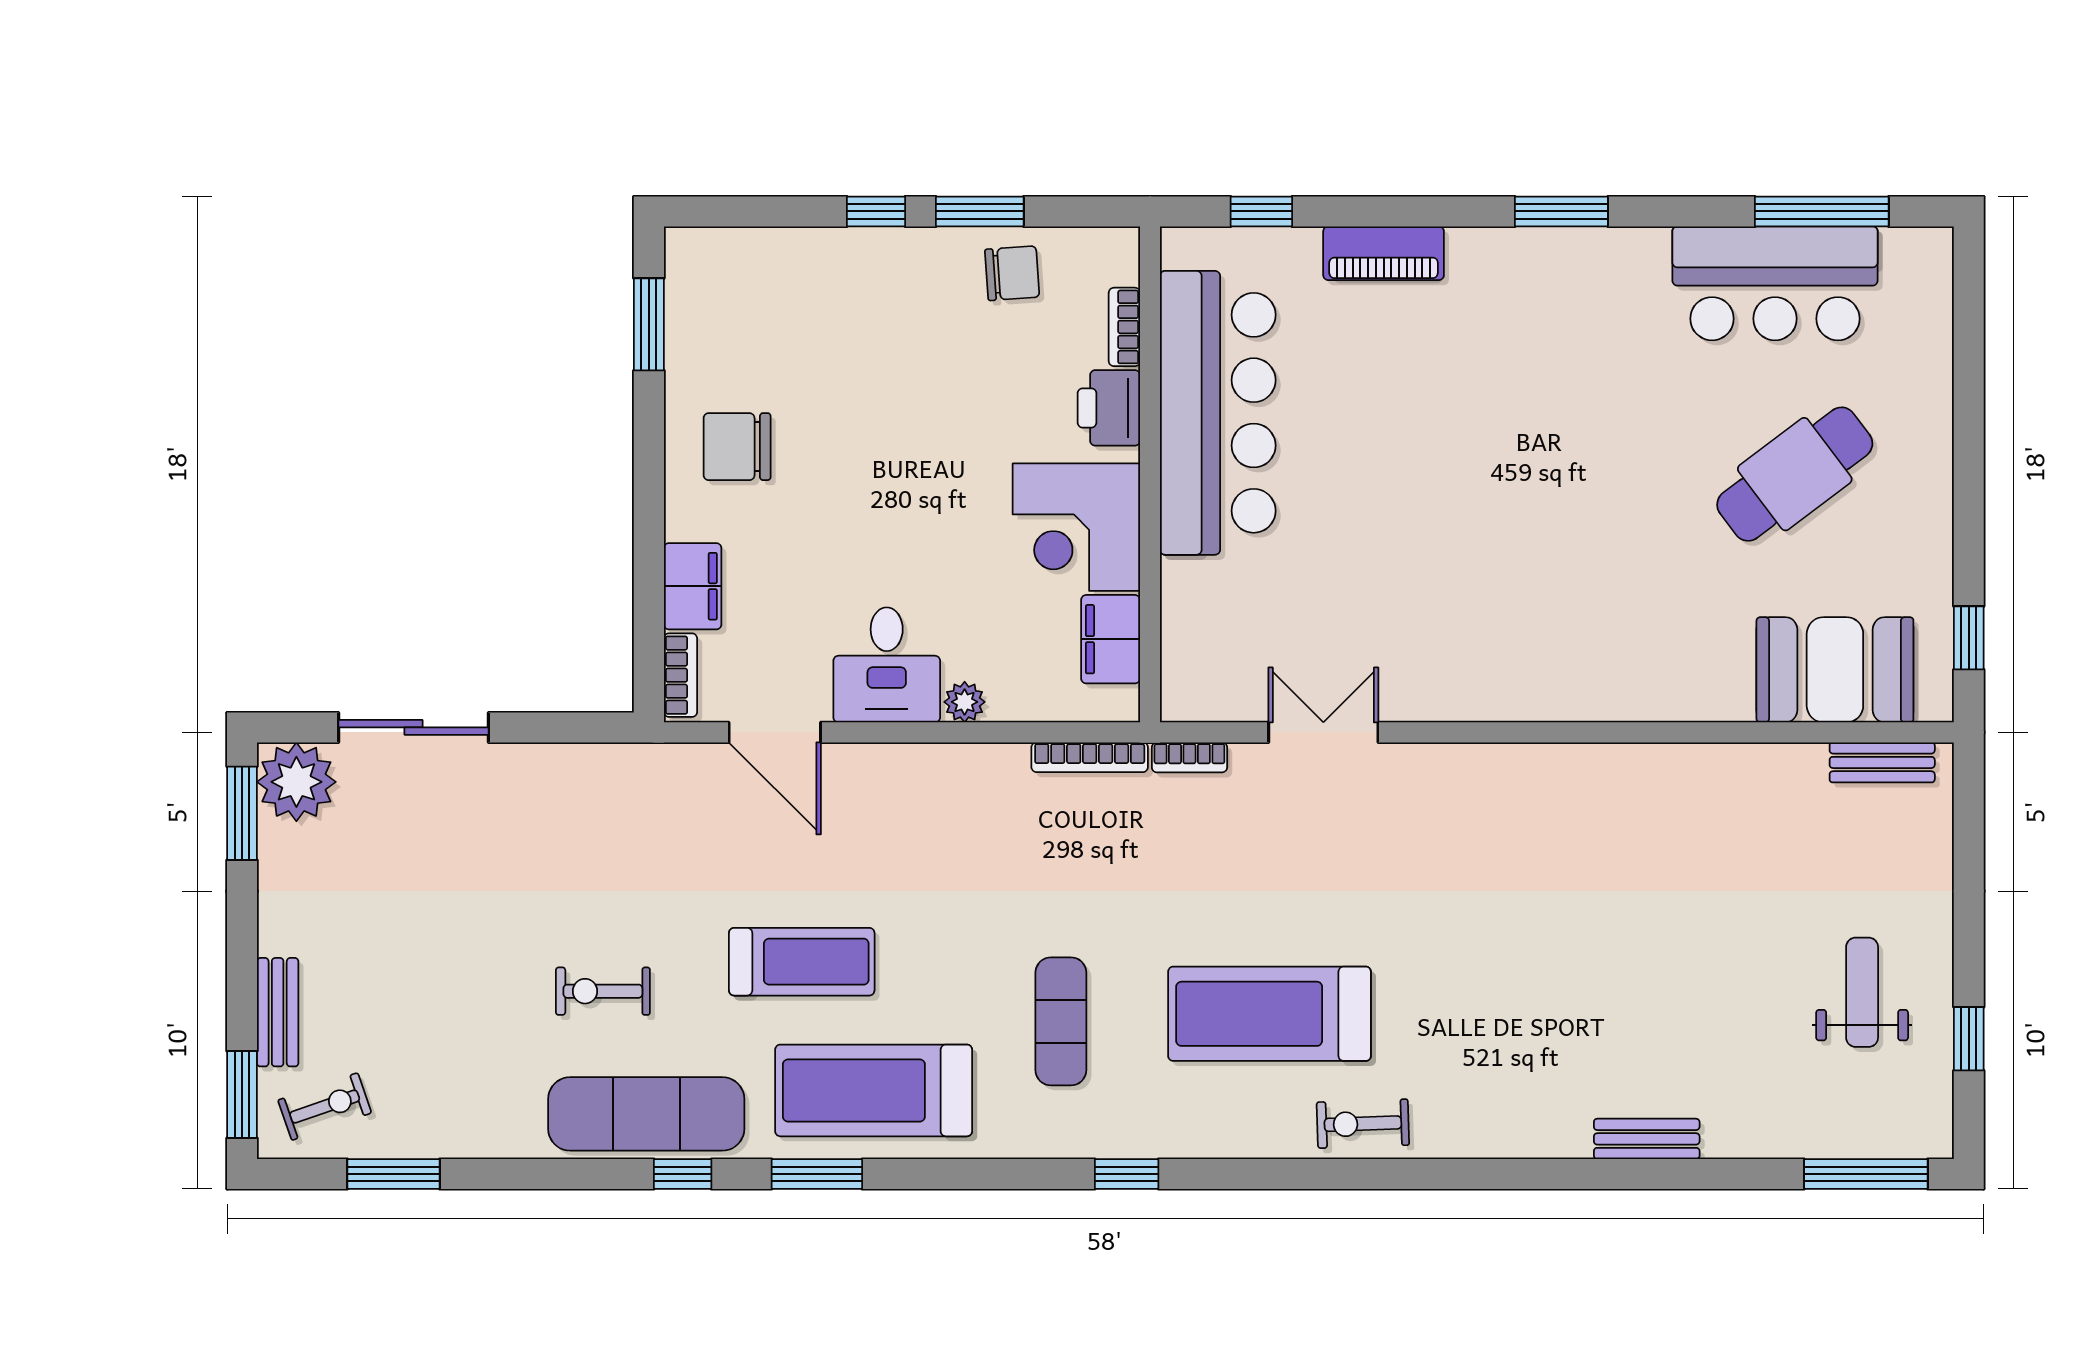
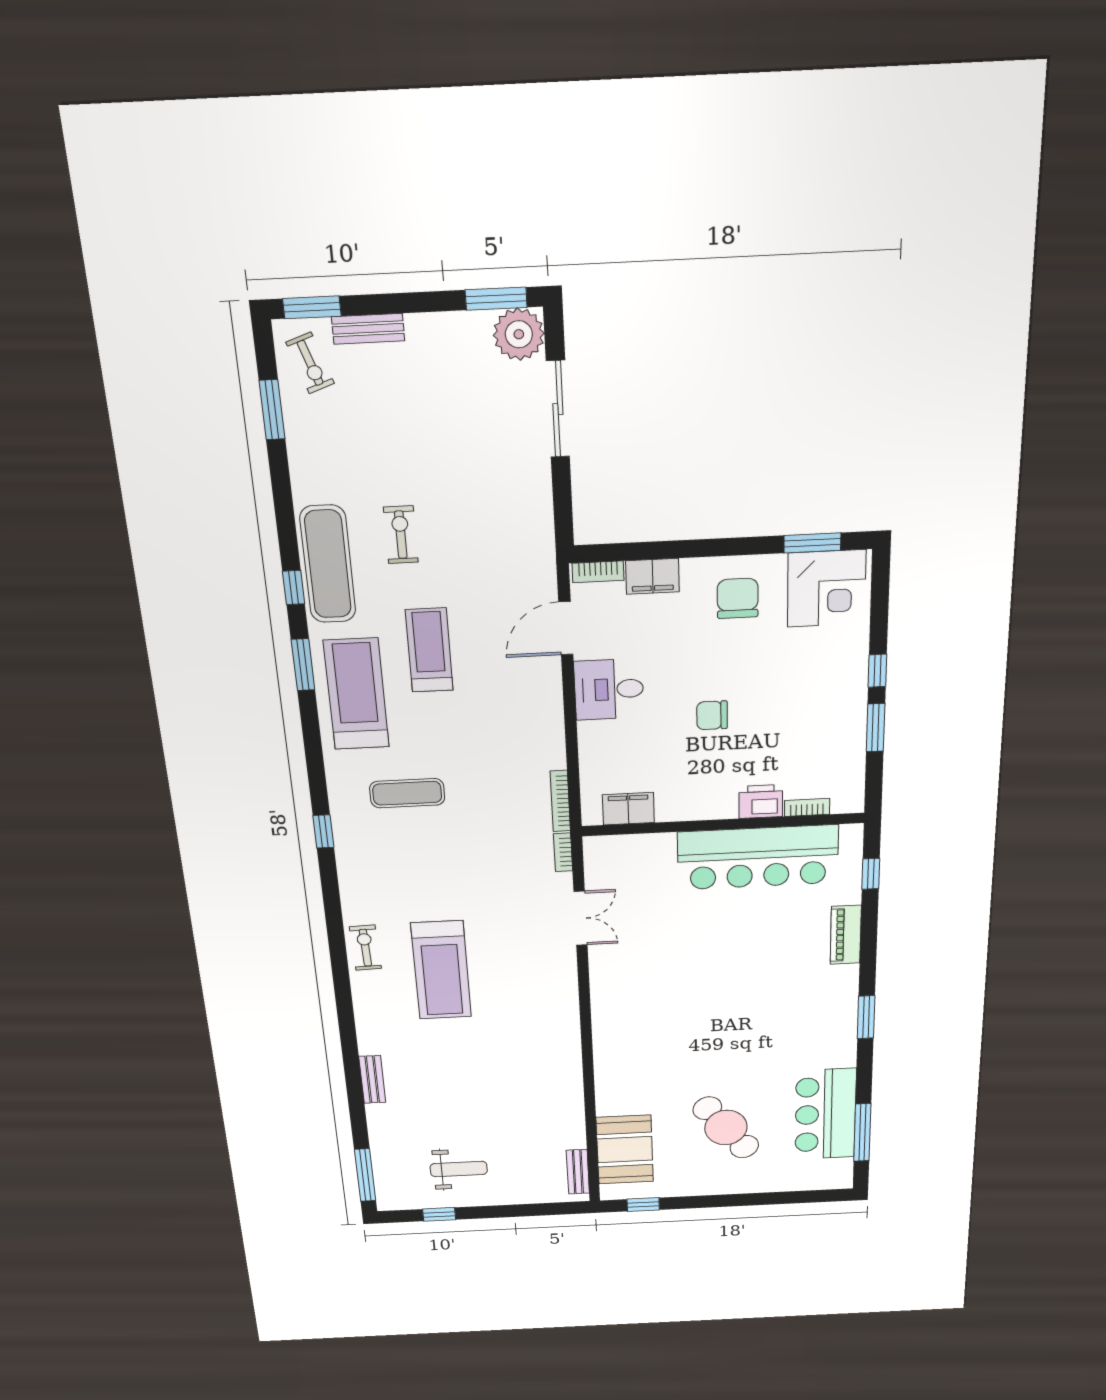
chair: (1012, 273) -> (712, 715), moved, turned 94
corner desk: (1076, 527) -> (827, 589), moved, turned 180
plant: (965, 702) -> (589, 733), removed
treadmill: (802, 962) -> (429, 650), turned 180
treadmill: (1269, 1014) -> (441, 970), moved, turned 180

